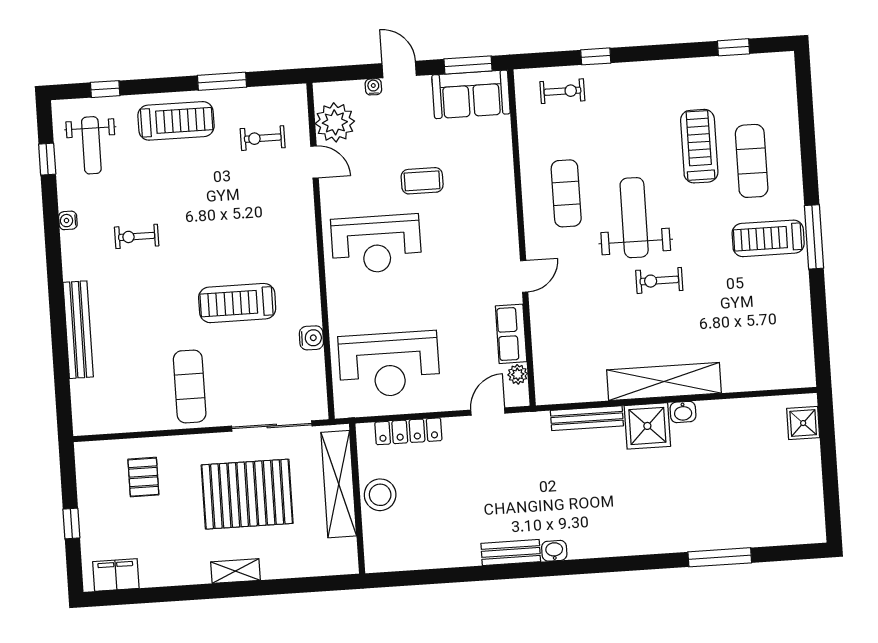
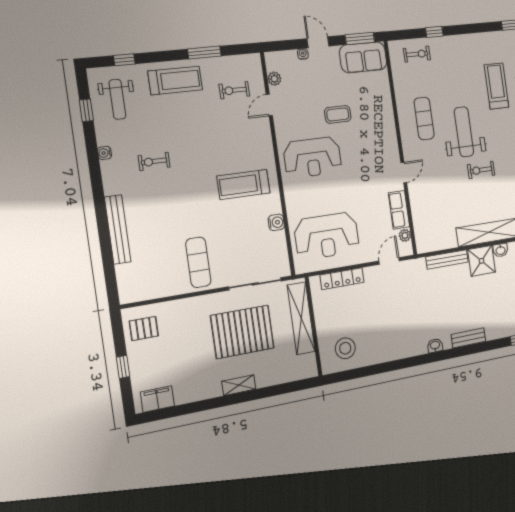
plant: (335, 122) -> (274, 79), width x0.53, depth x0.53
door: (315, 162) -> (269, 105), swing flipped
treadmill: (237, 303) -> (243, 185), moved
pallet: (143, 477) -> (144, 329), moved, turned 90
stool: (380, 495) -> (345, 348), moved
bench: (511, 552) -> (468, 338), moved

